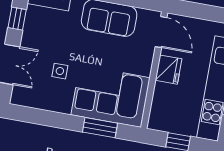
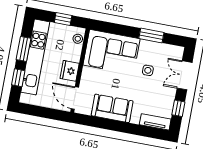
stool: (158, 114) -> (78, 39), added
window: (100, 128) -> (151, 35), moved

